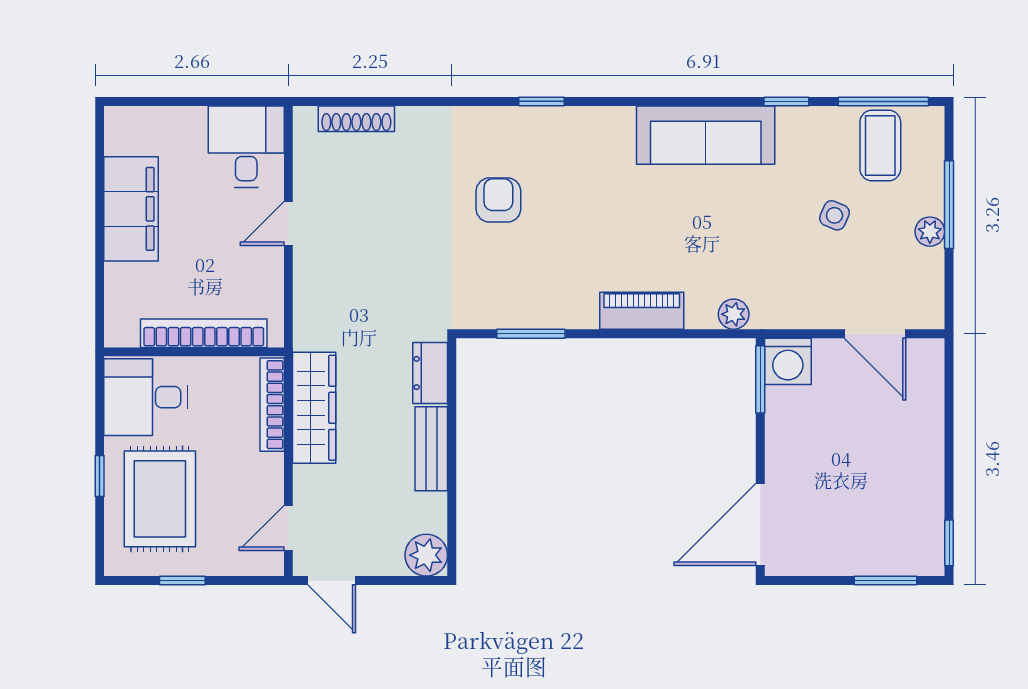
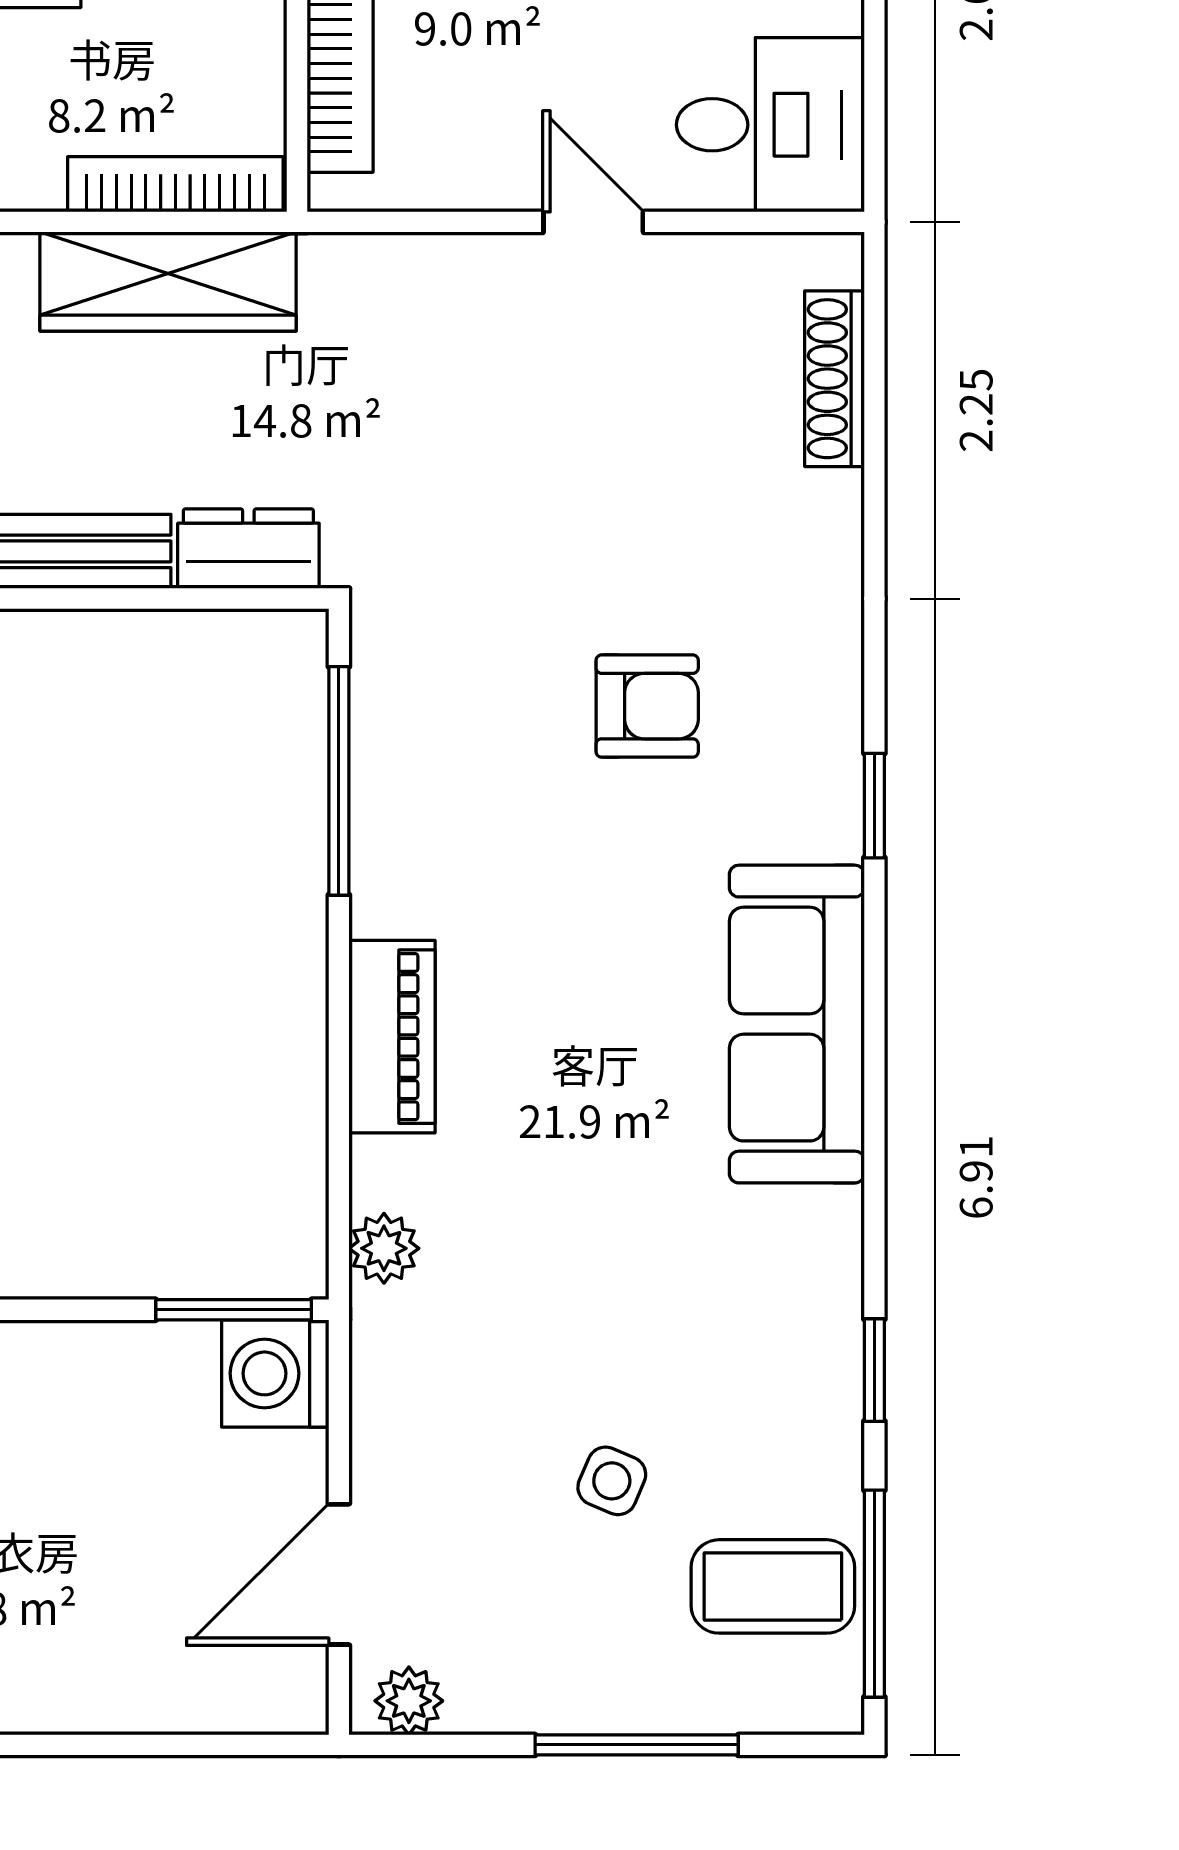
sofa: (706, 135) -> (797, 1024), moved
plant: (930, 232) -> (409, 1701), moved
window: (531, 334) -> (339, 781), width x1.44

